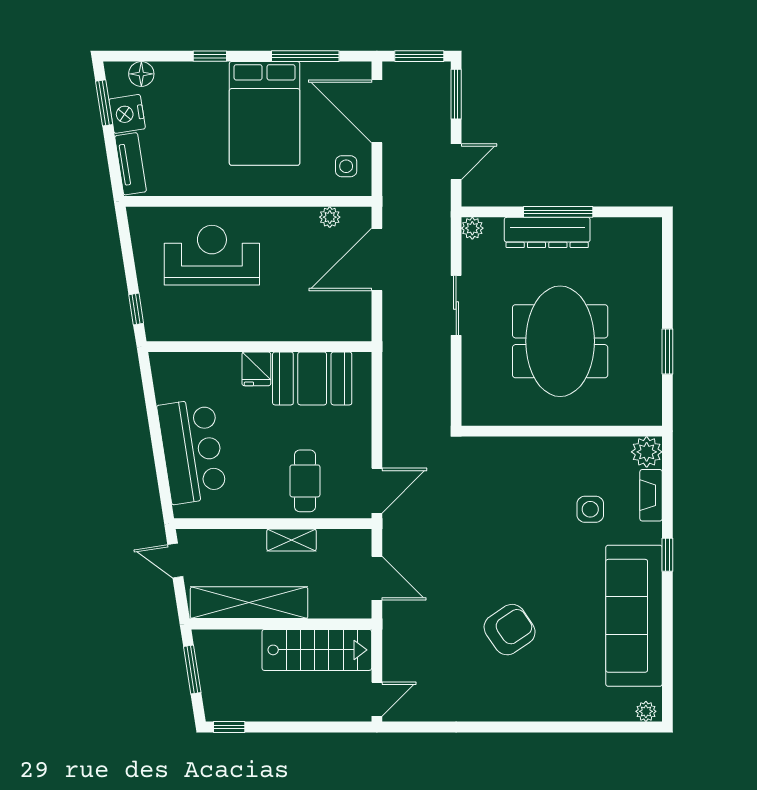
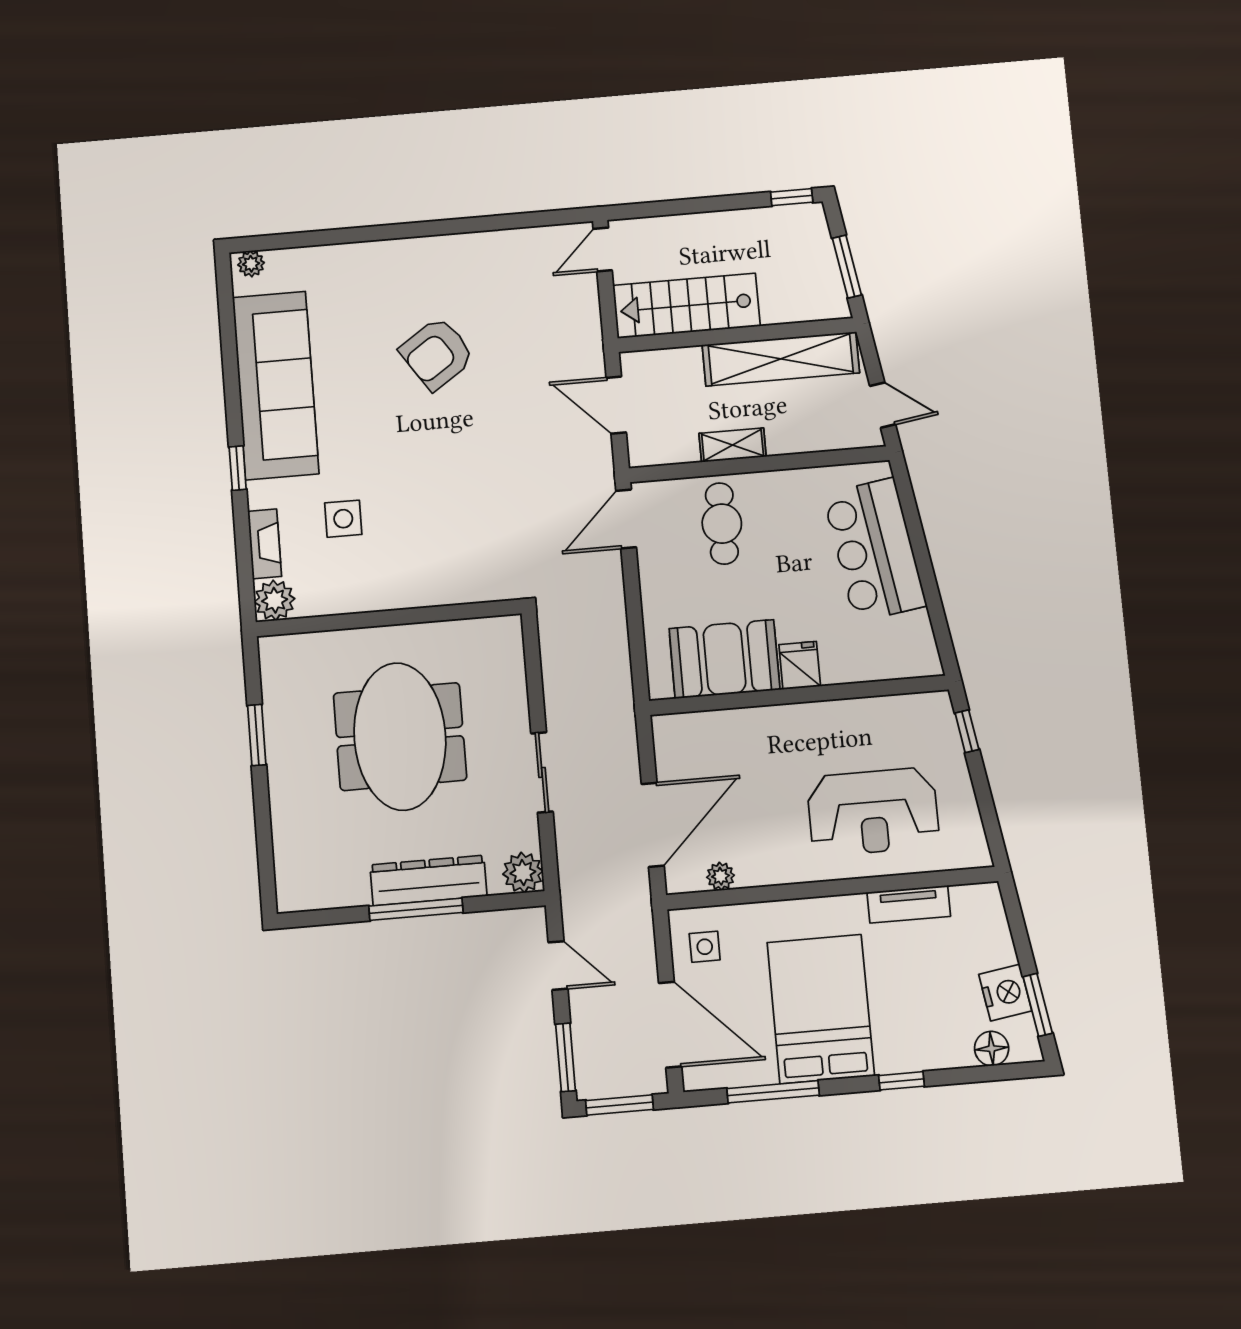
door: (456, 162) -> (558, 966), swing flipped
tv unit: (131, 164) -> (909, 904), moved, turned -81
plant: (472, 228) -> (523, 873), width x1.38, depth x1.38

